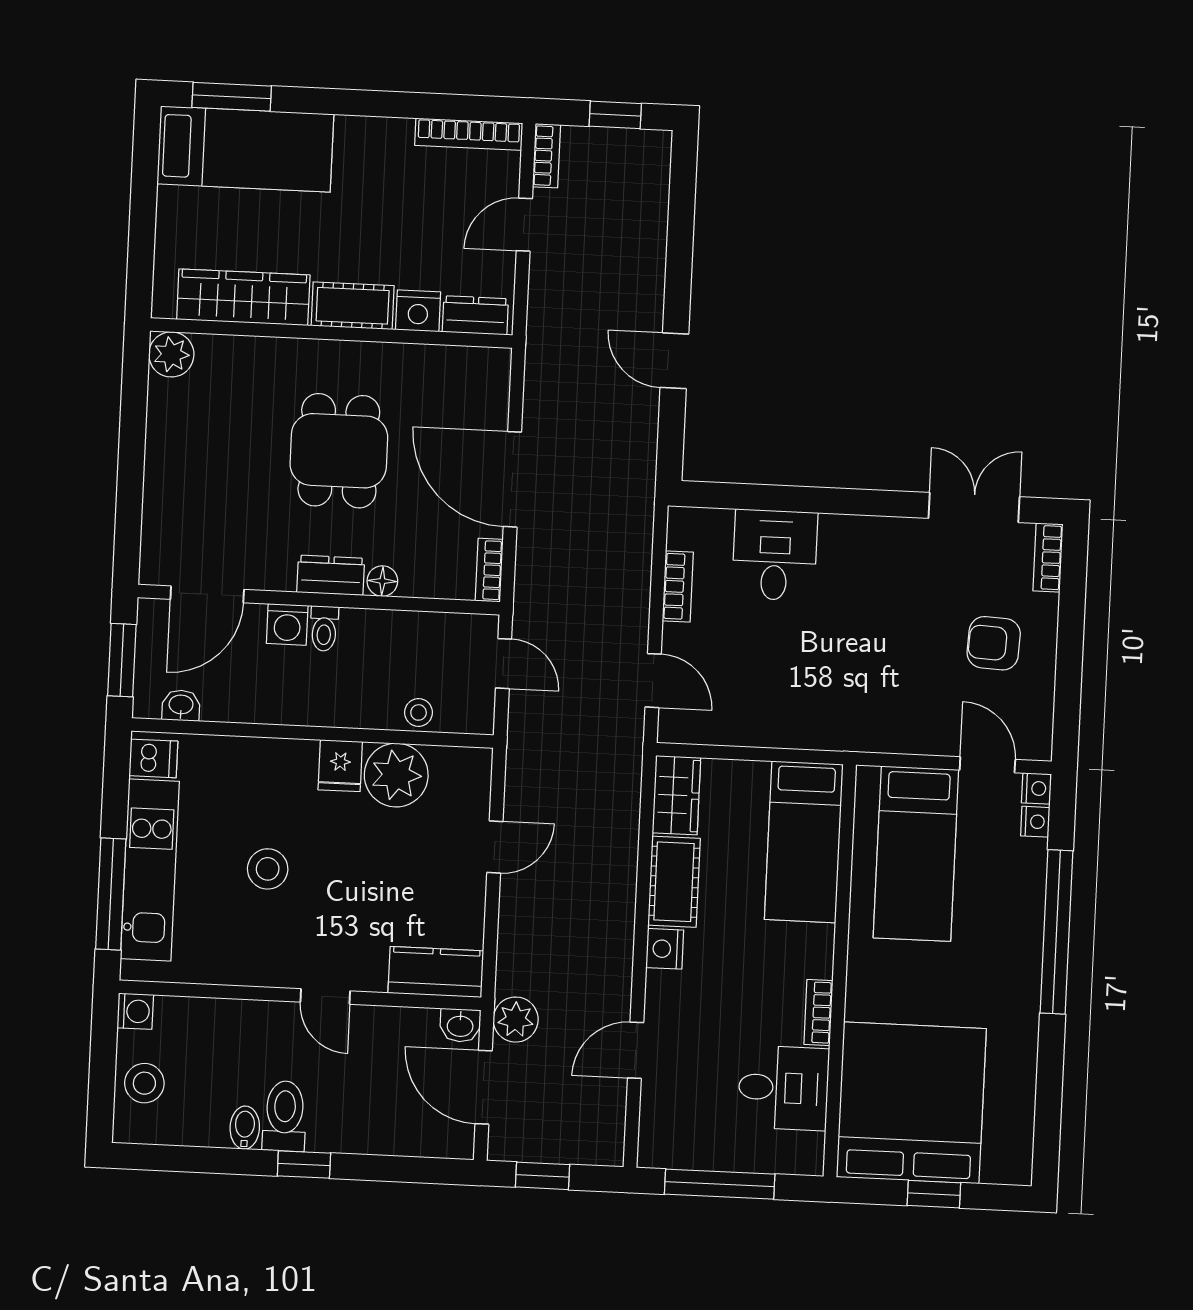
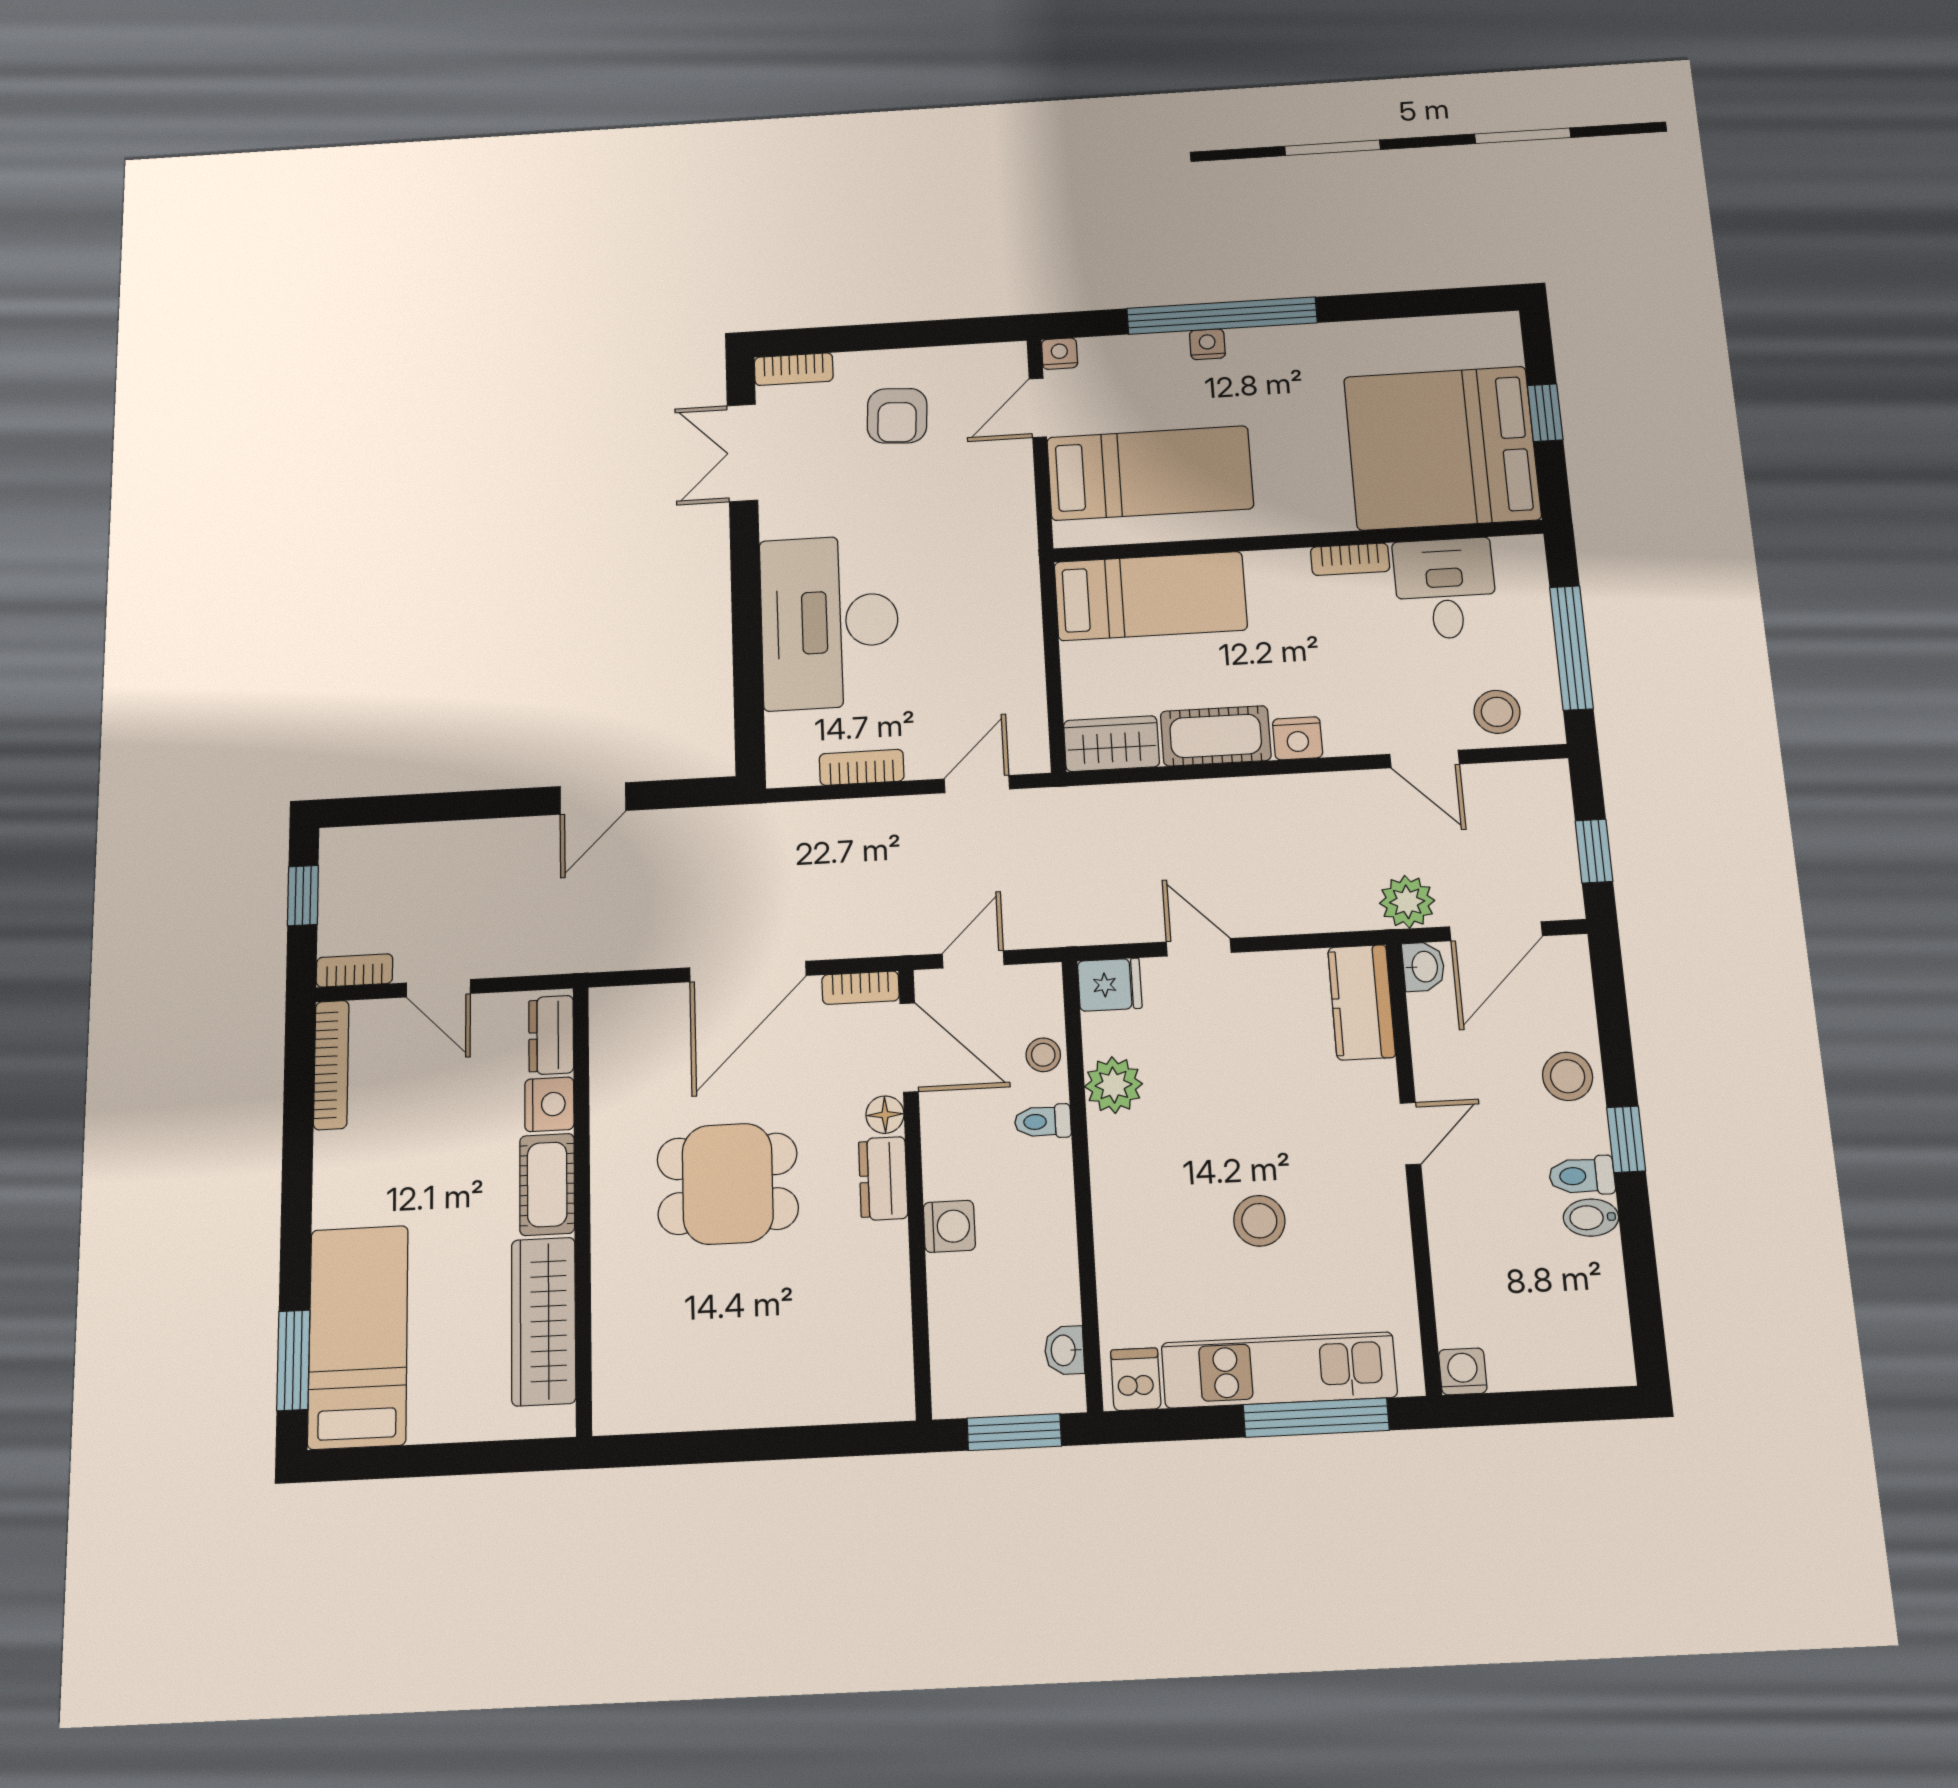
plant: (171, 354) -> (620, 1406), removed
desk: (775, 555) -> (830, 622), width x1.87, depth x1.30
door: (207, 594) -> (909, 1047), moved
toilet: (324, 628) -> (1043, 1122), moved, turned 180
fridge: (340, 766) -> (1110, 985), moved
plant: (396, 775) -> (1114, 1085), width x0.73, depth x0.73
nightstand: (1035, 822) -> (1207, 344), moved
stool: (144, 1083) -> (1568, 1076), moved
stool: (670, 1115) -> (1497, 712), added
toilet: (285, 1116) -> (1582, 1176), width x0.73, depth x0.72

